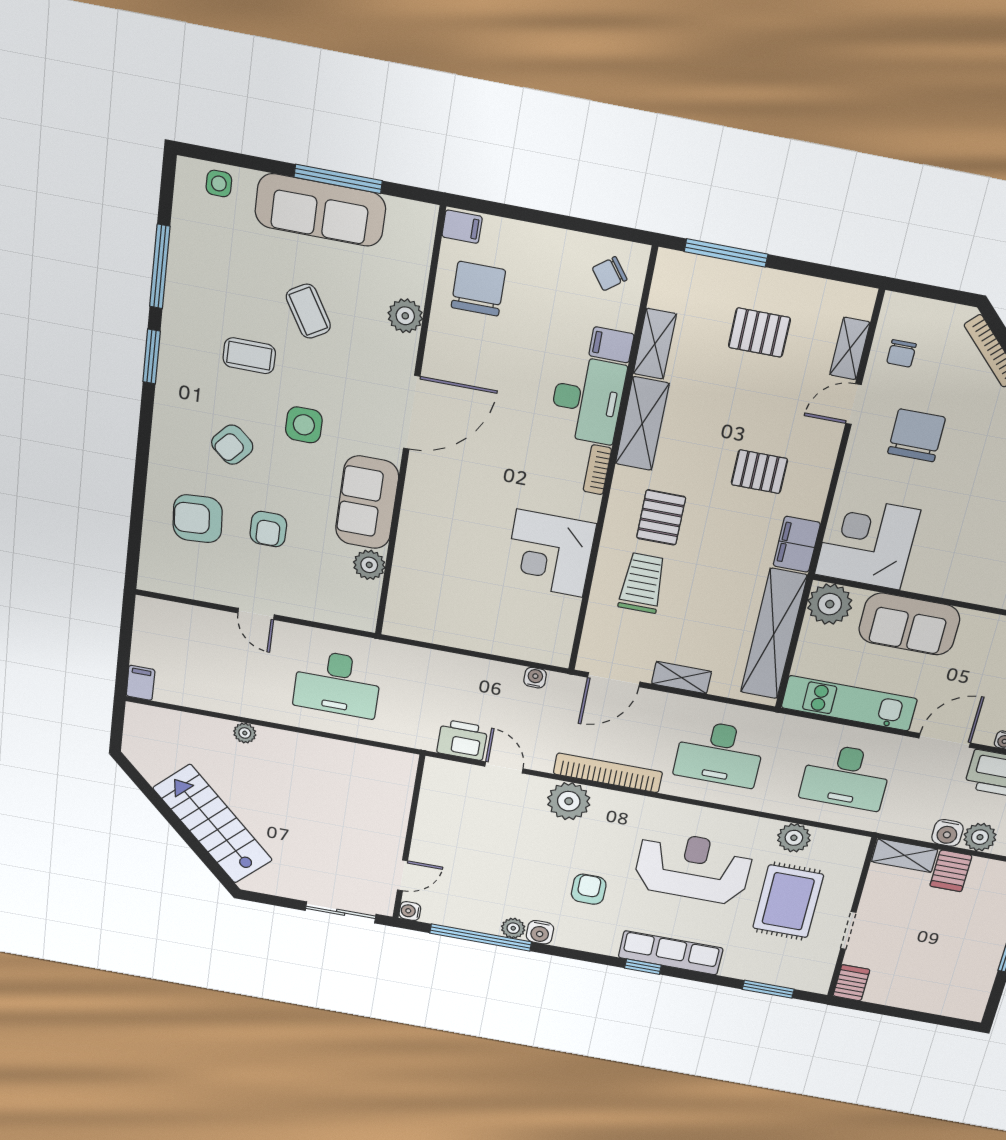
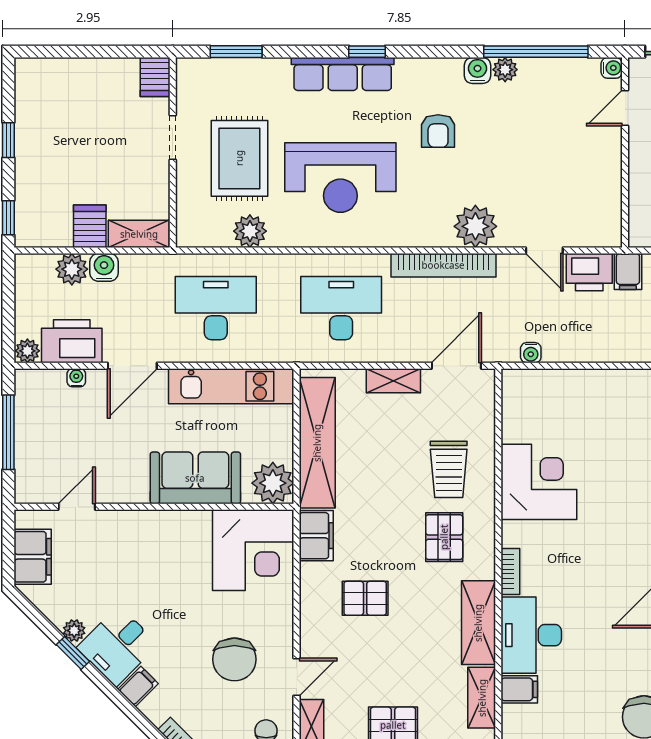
filing cabinet: (423, 733) -> (628, 271), added

